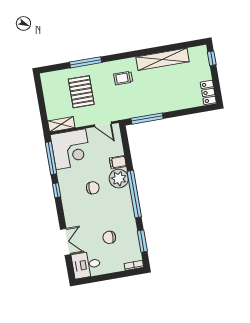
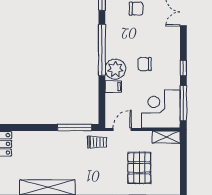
trolley: (123, 78) -> (97, 142), moved
door: (103, 124) -> (122, 129), hinge flipped

